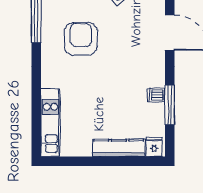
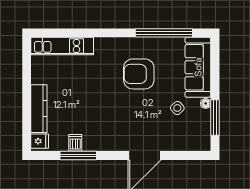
armchair: (81, 39) -> (139, 74), turned 180
dishwasher: (156, 95) -> (75, 143), moved

